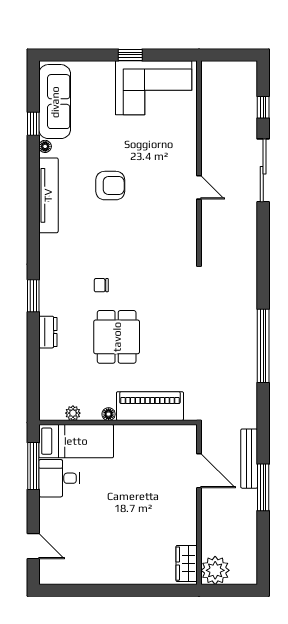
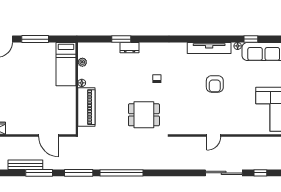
window: (33, 296) -> (121, 39), moved
dining table: (117, 337) -> (144, 115), moved
window: (263, 419) -> (79, 173), added
bench: (249, 459) -> (25, 165), moved
window: (33, 466) -> (35, 39), moved
door: (199, 471) -> (49, 136), hinge flipped
desk: (59, 478) -> (44, 54), removed

